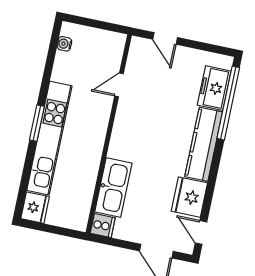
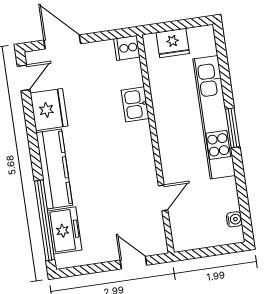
kitchen sink: (113, 187) -> (135, 104), width x0.53, depth x0.81
fridge: (35, 208) -> (173, 43), moved, turned -90
door: (201, 232) -> (24, 78), hinge flipped

